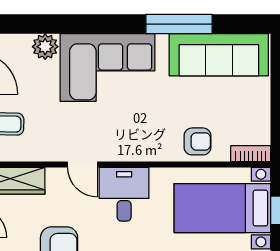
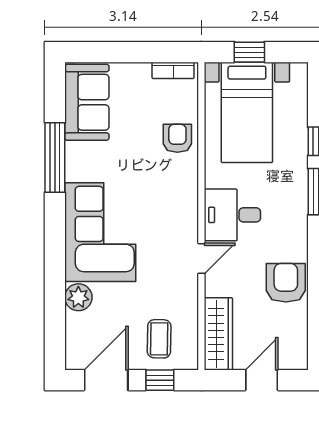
sofa: (219, 55) -> (87, 102), width x0.73
bookcase: (251, 154) -> (173, 70), moved, turned -90

